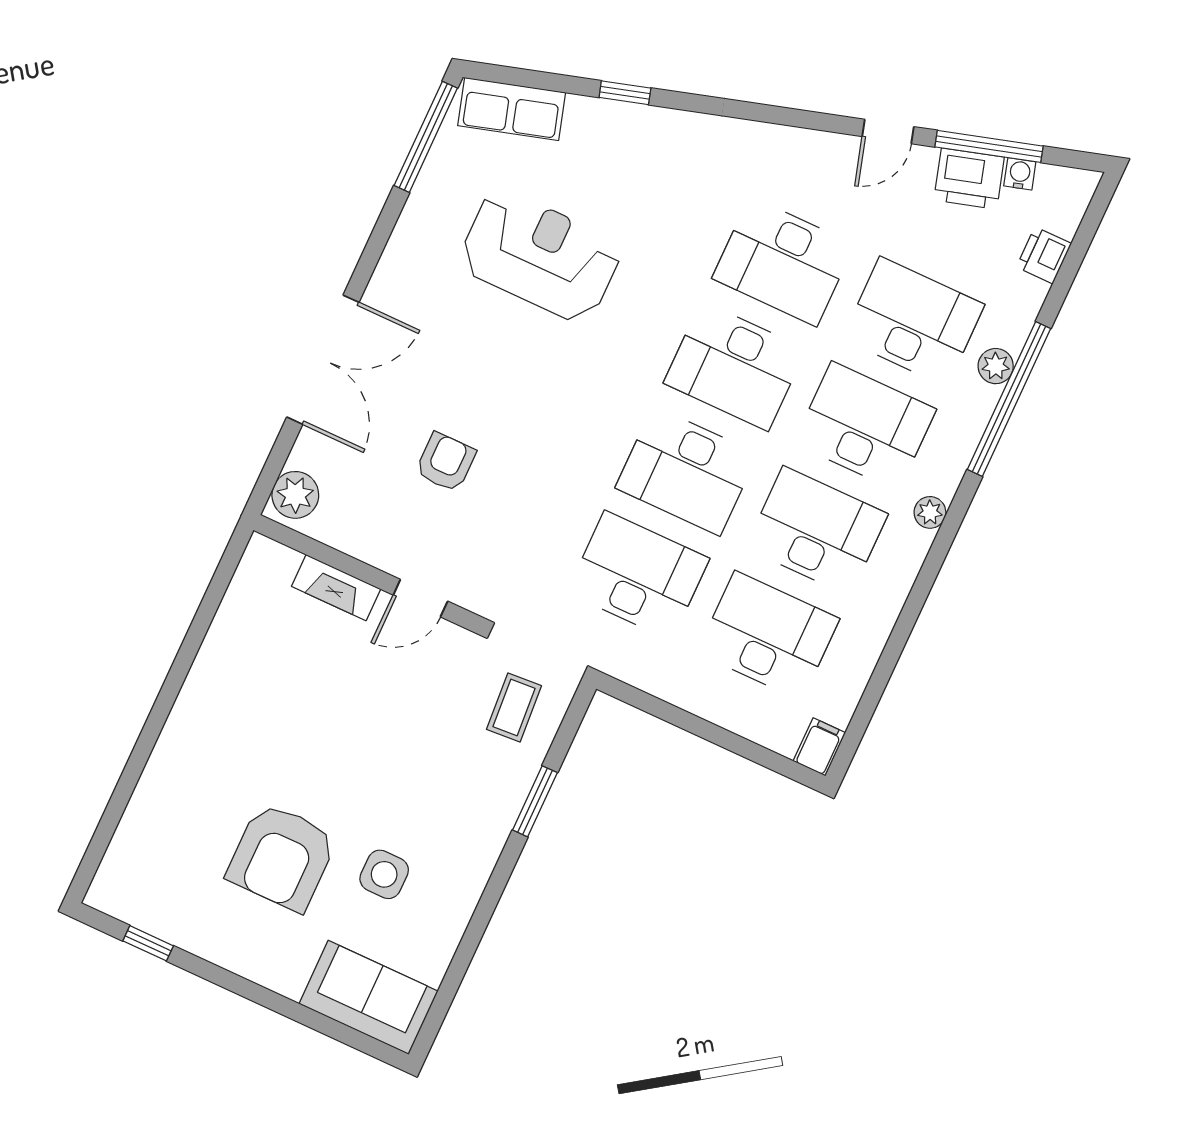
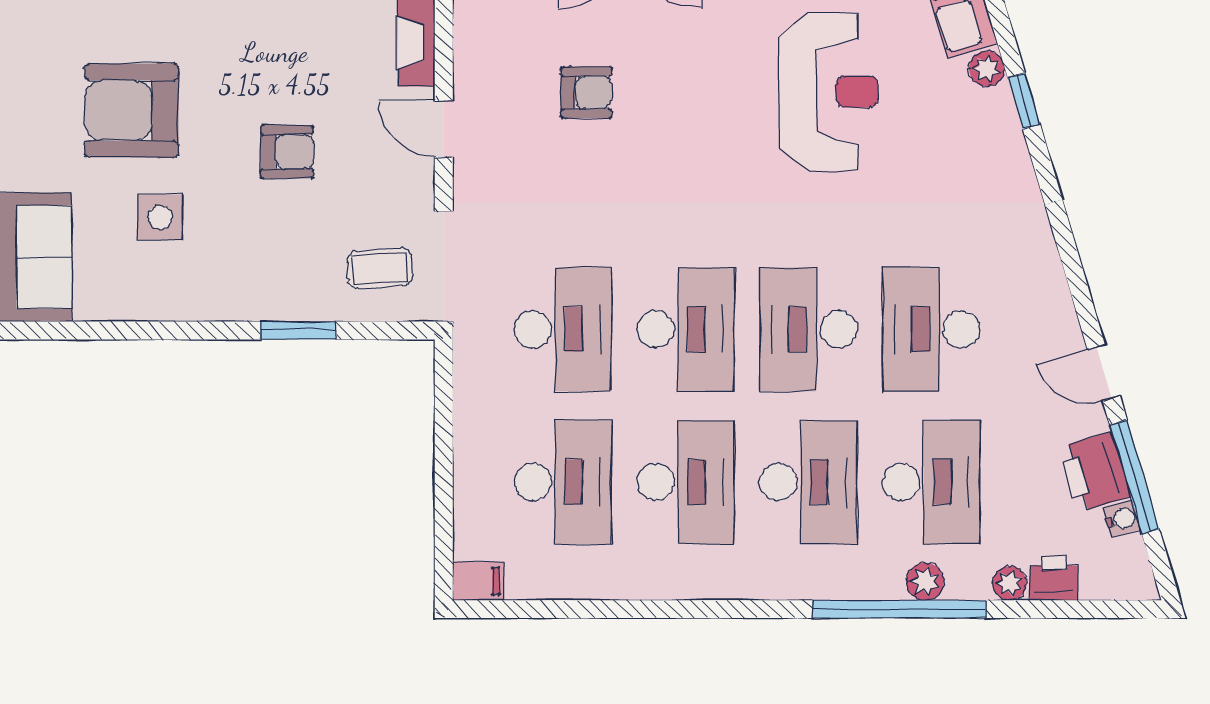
plant: (583, 112) -> (987, 69), added
desk: (686, 471) -> (686, 329), turned 180
plant: (930, 512) -> (1010, 583), moved
armchair: (378, 740) -> (287, 152), added

